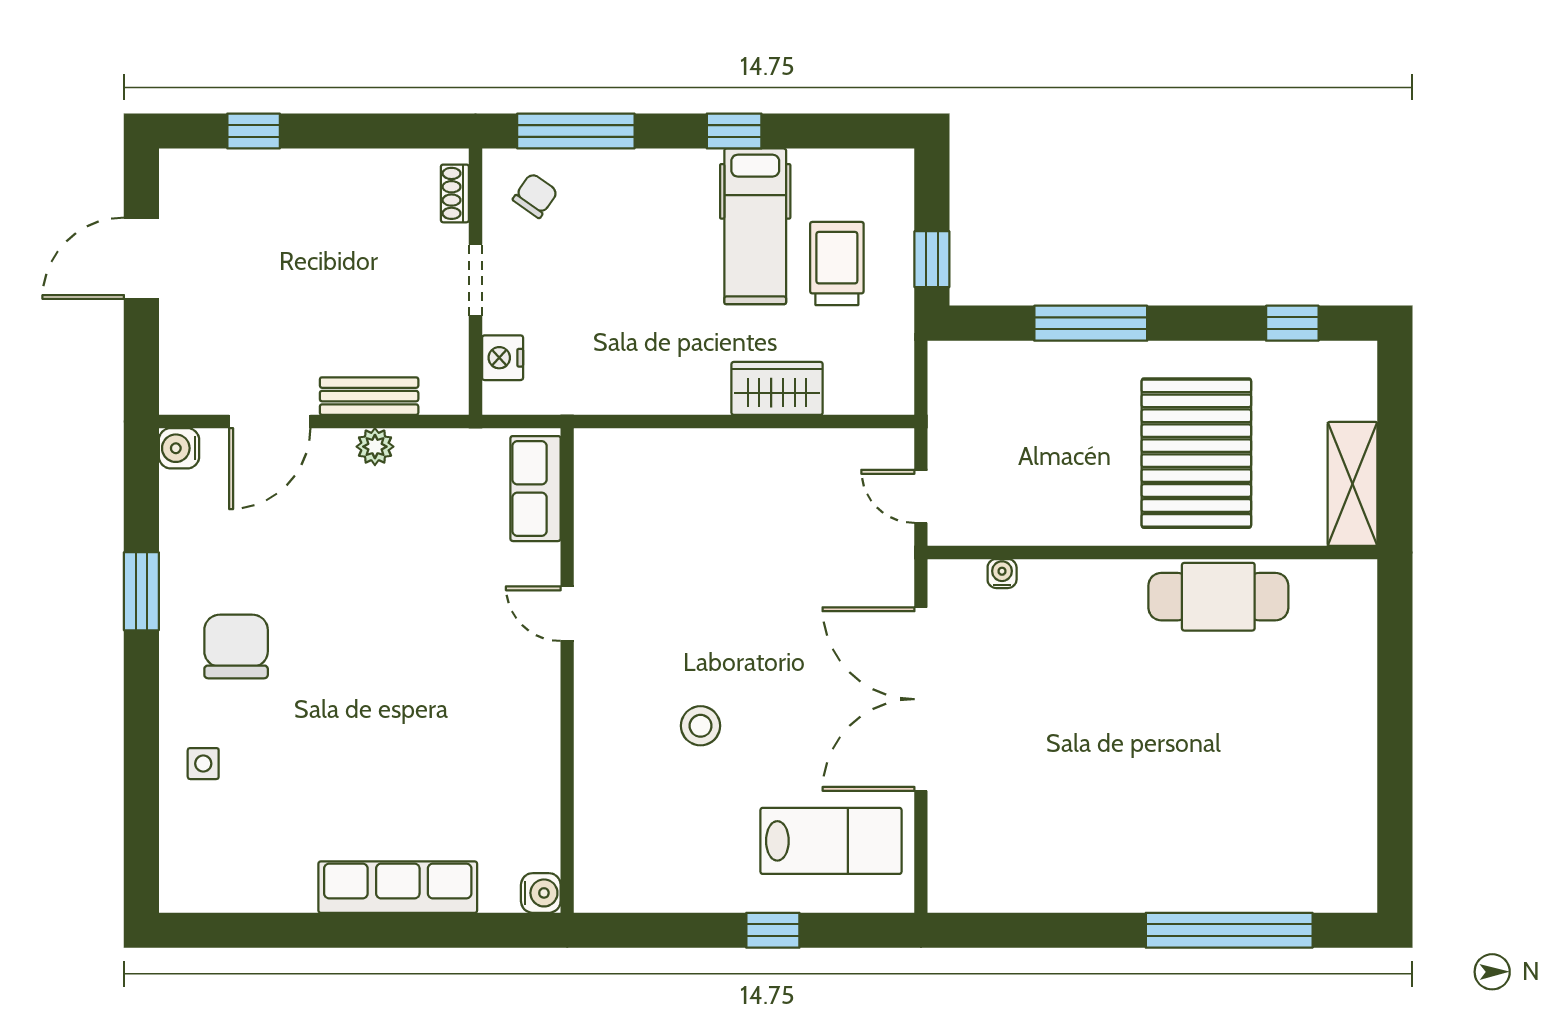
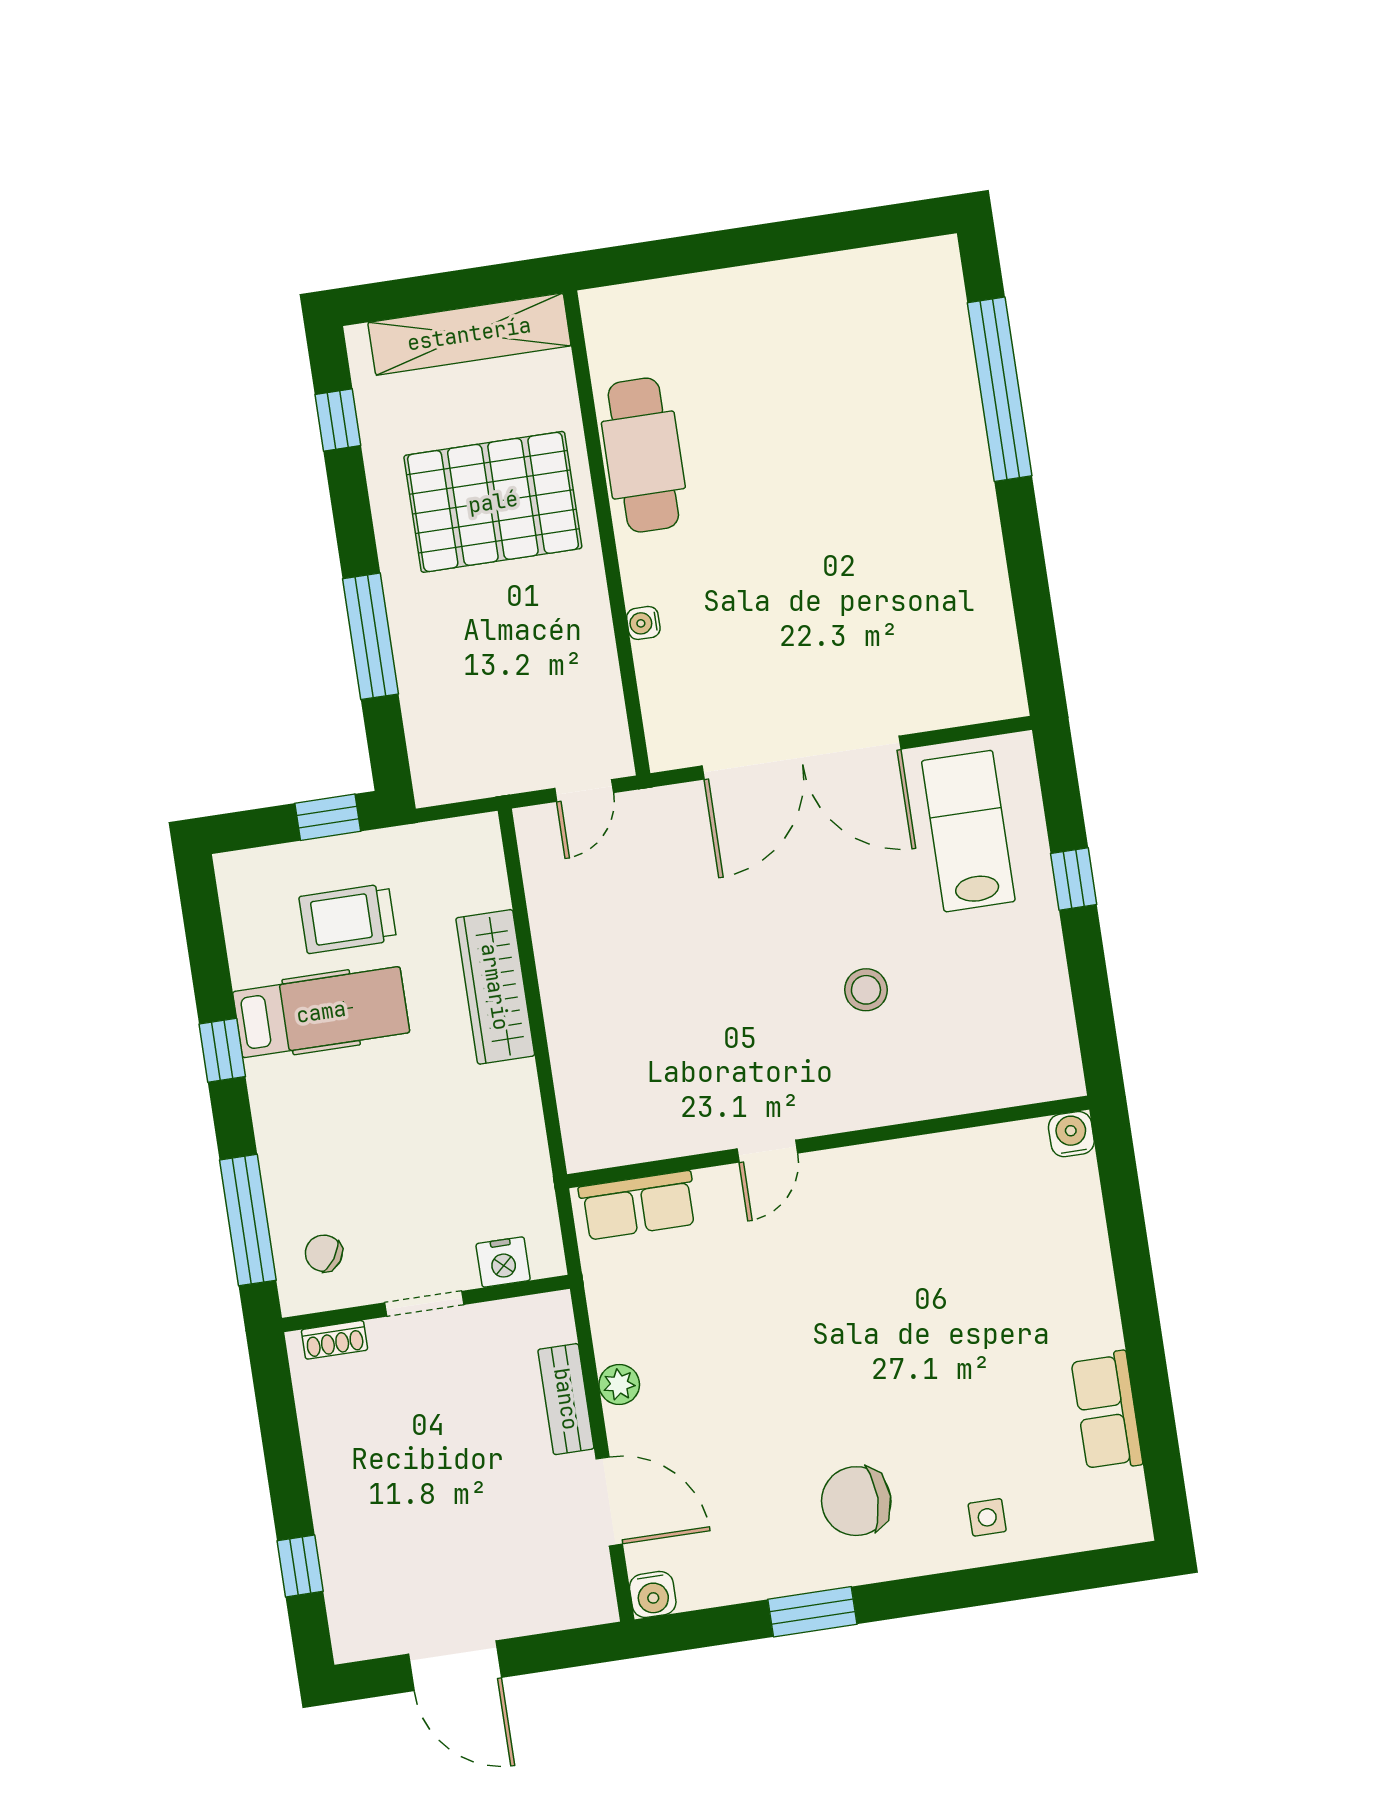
wardrobe: (777, 388) -> (495, 987), width x1.50
shelving: (1353, 484) -> (469, 334), width x1.47
water cooler: (1002, 574) -> (643, 623), moved
row of seats: (398, 887) -> (1107, 1411), moved, width x0.68

